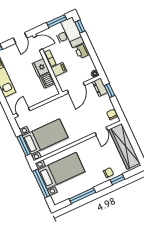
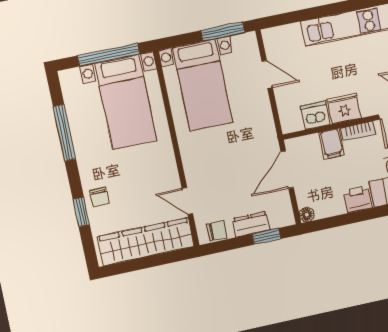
dresser: (100, 87) -> (251, 224), moved
door: (76, 88) -> (287, 170), hinge flipped
door: (23, 112) -> (267, 74), moved
window: (24, 145) -> (223, 31), moved

